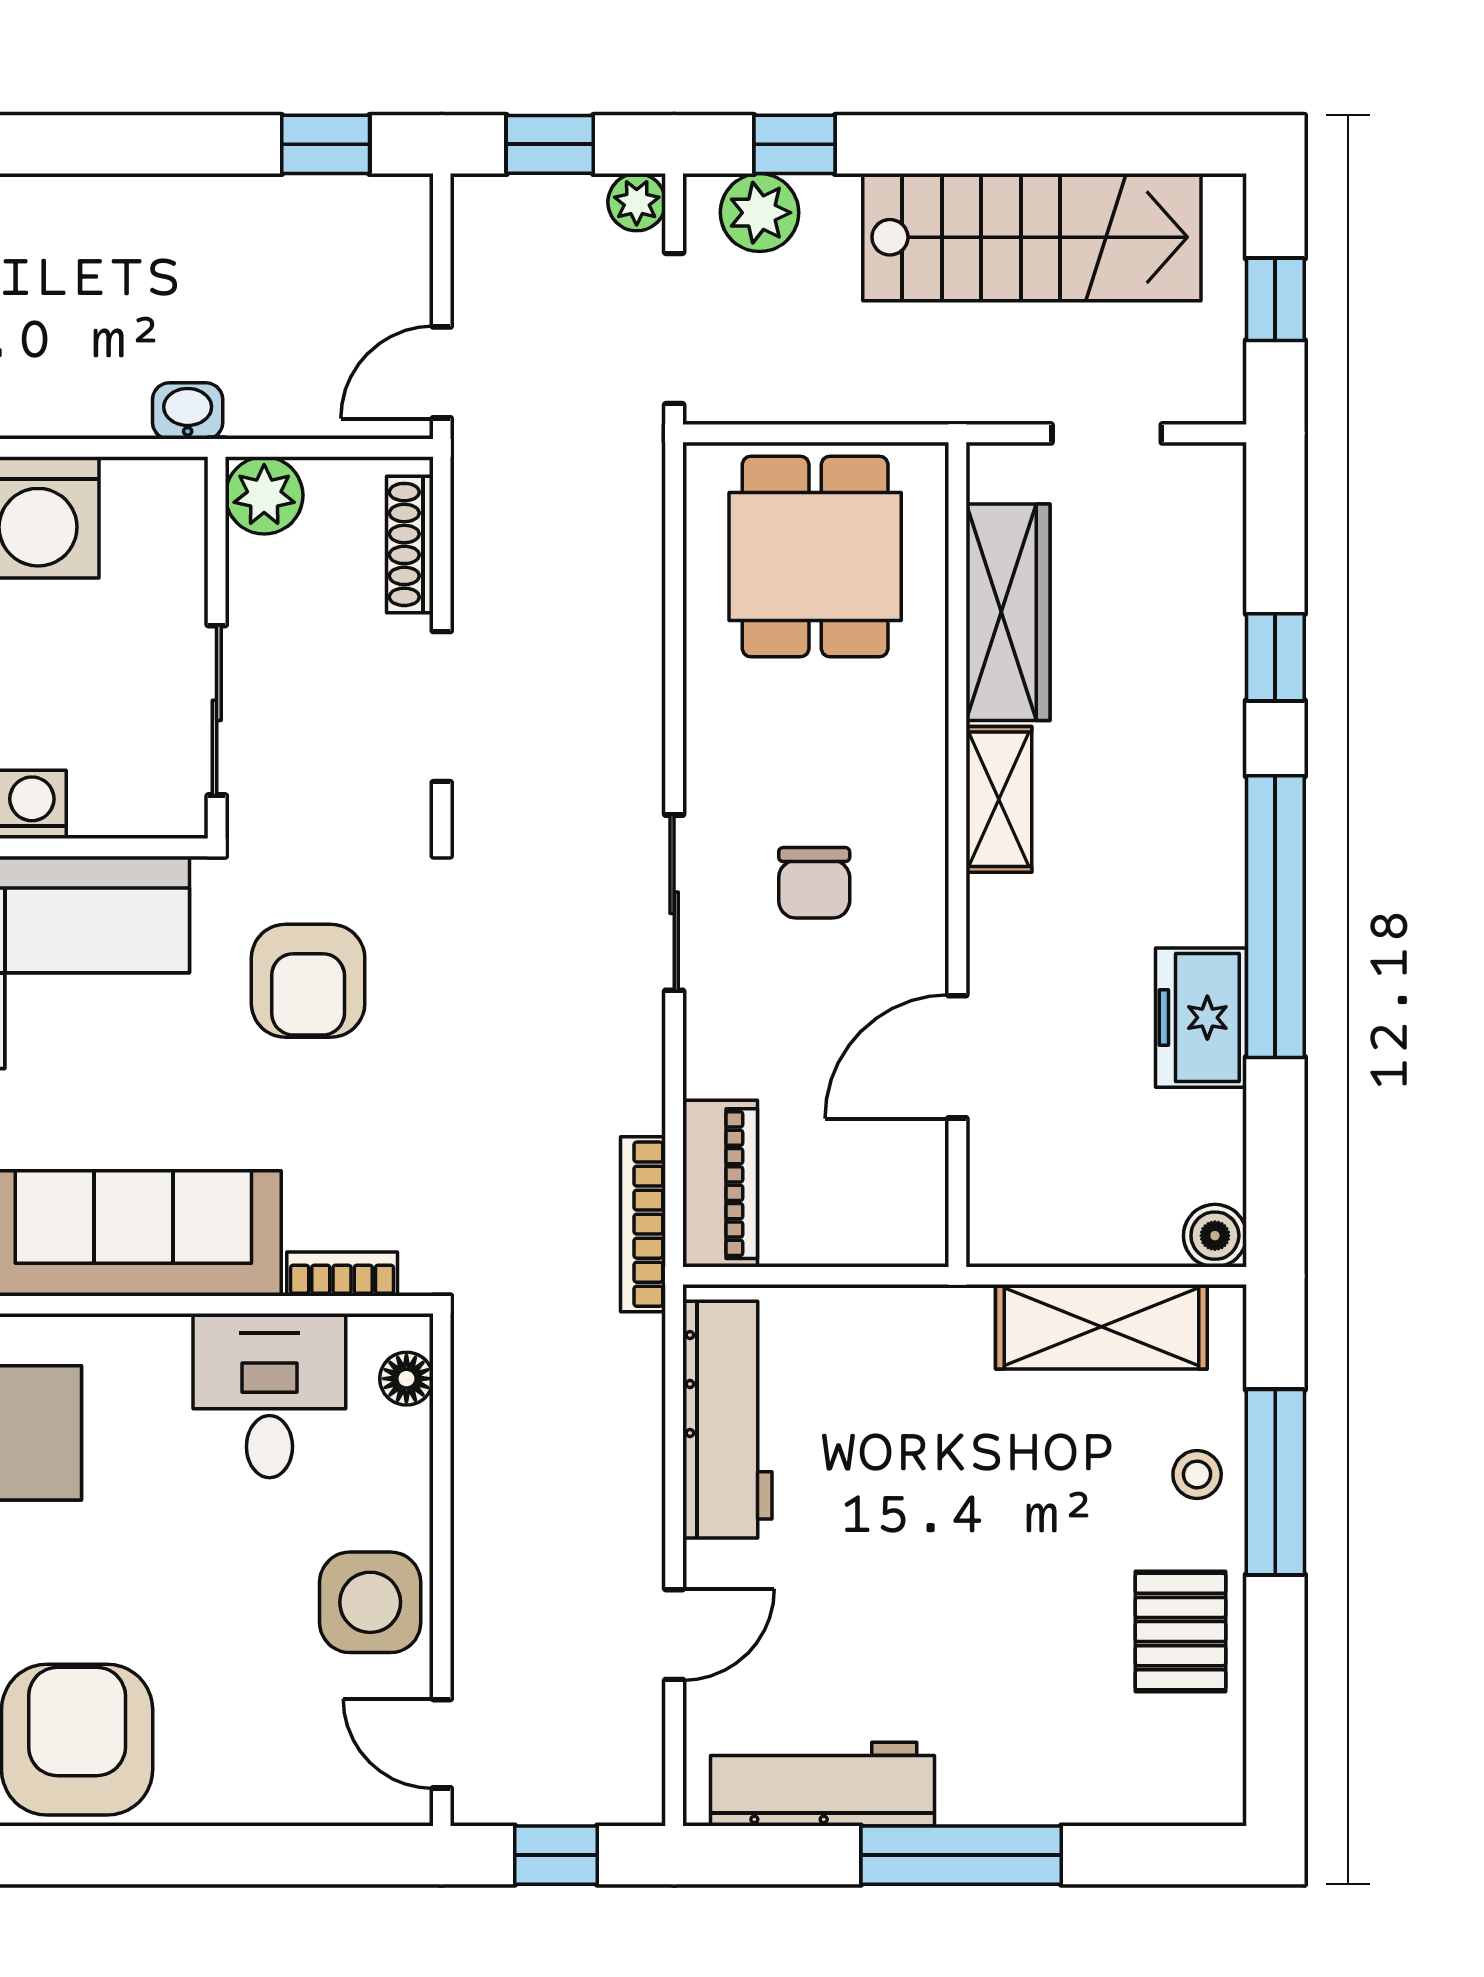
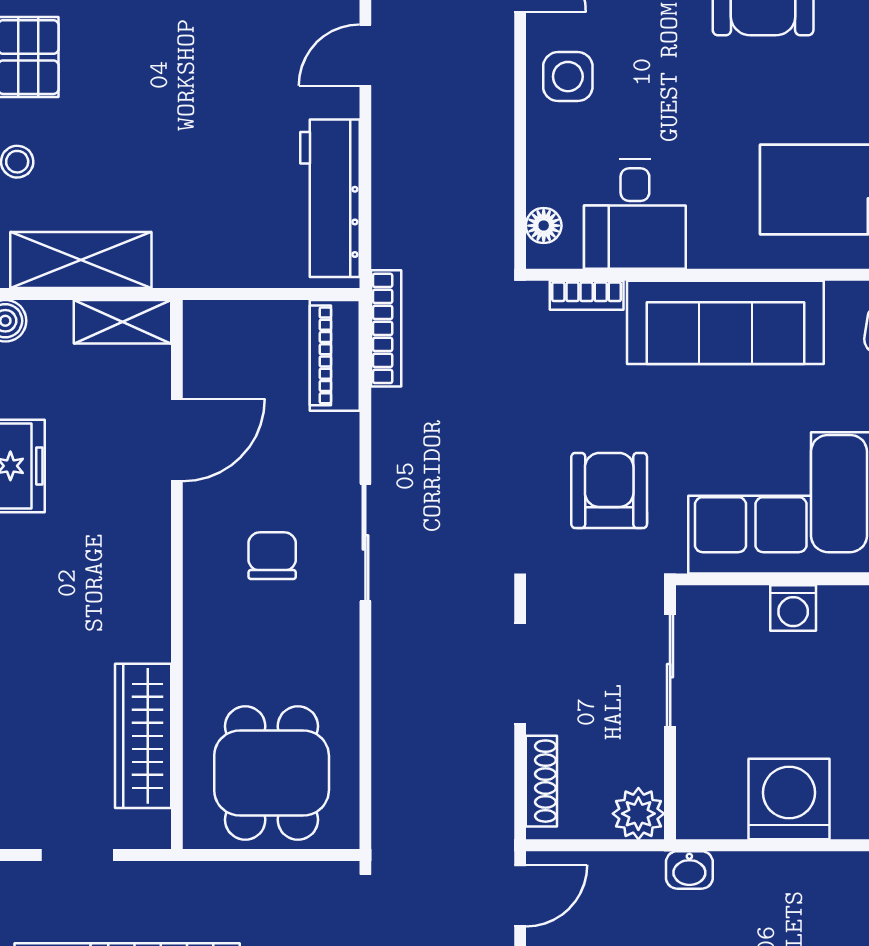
shelving: (999, 799) -> (122, 322), moved, turned 90
side table: (370, 1602) -> (568, 77), width x0.73, depth x0.73

